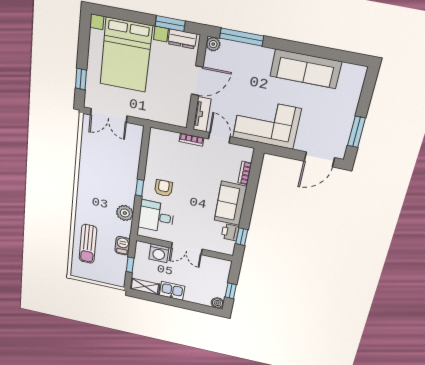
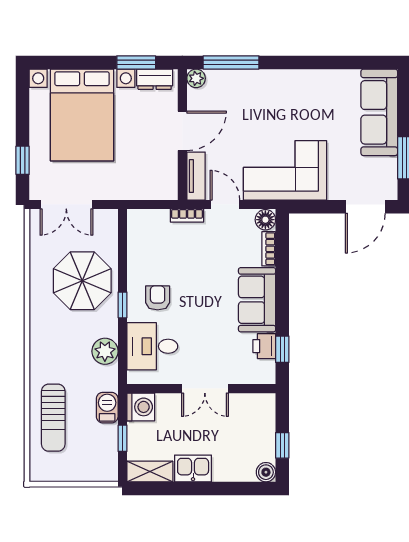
sofa: (306, 69) -> (379, 112), moved, turned 90
floor lamp: (246, 154) -> (265, 220), added
parasol: (114, 167) -> (82, 281), added
washing machine: (159, 253) -> (141, 407), moved, turned -90

